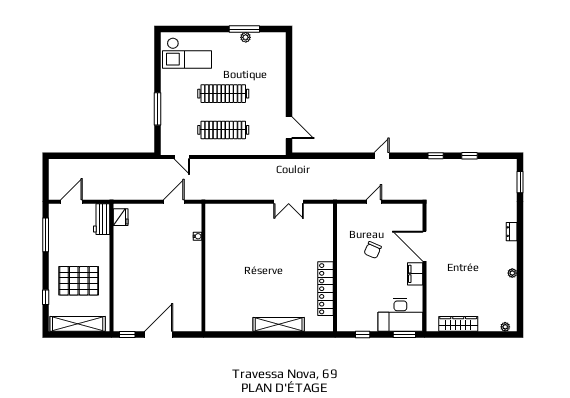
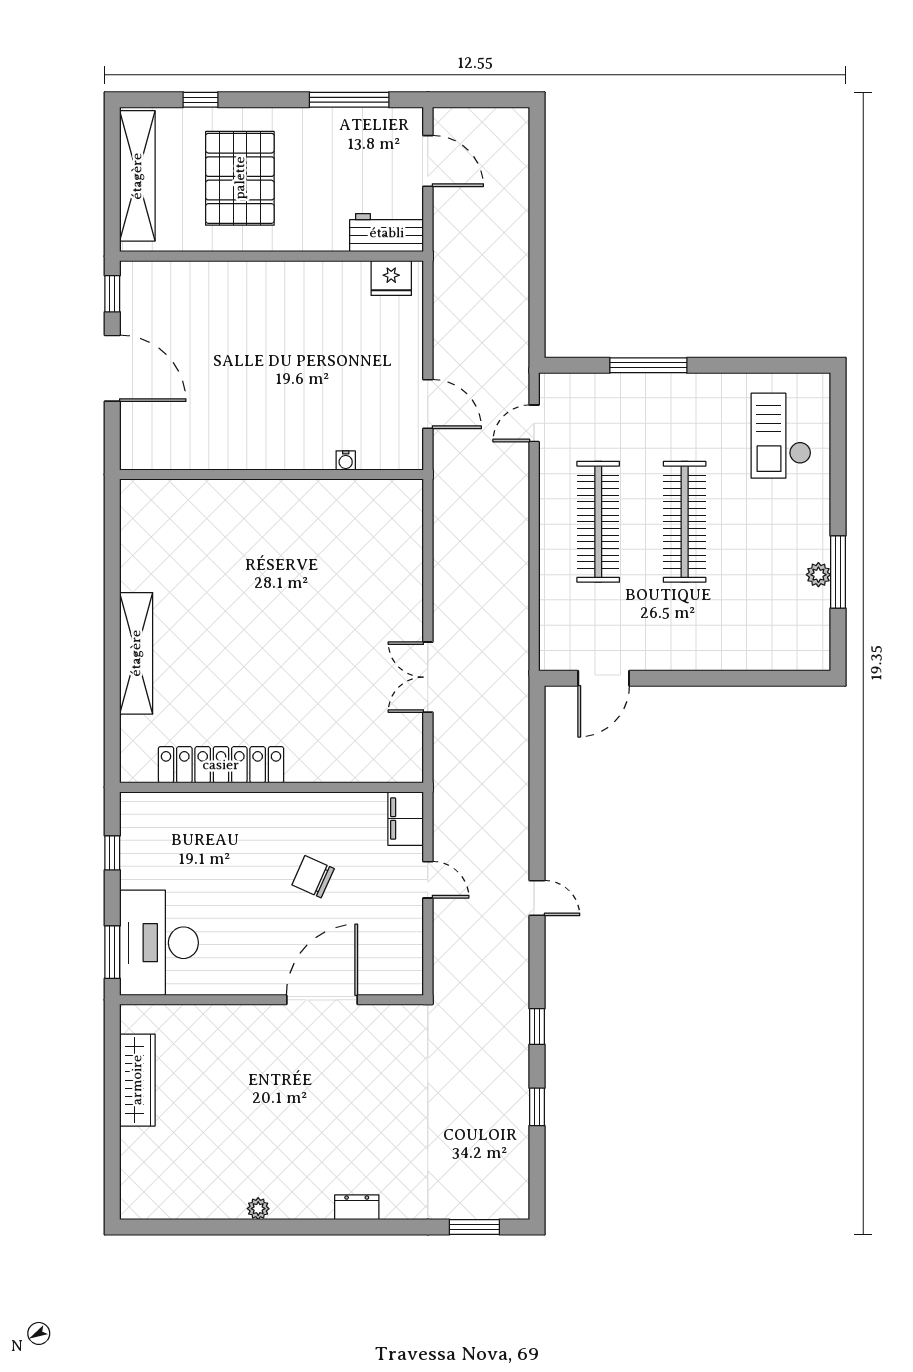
checkout: (187, 53) -> (781, 436), width x0.73, depth x0.83
filing cabinet: (415, 274) -> (406, 819), moved, turned -90
plant: (505, 327) -> (131, 1192), removed

